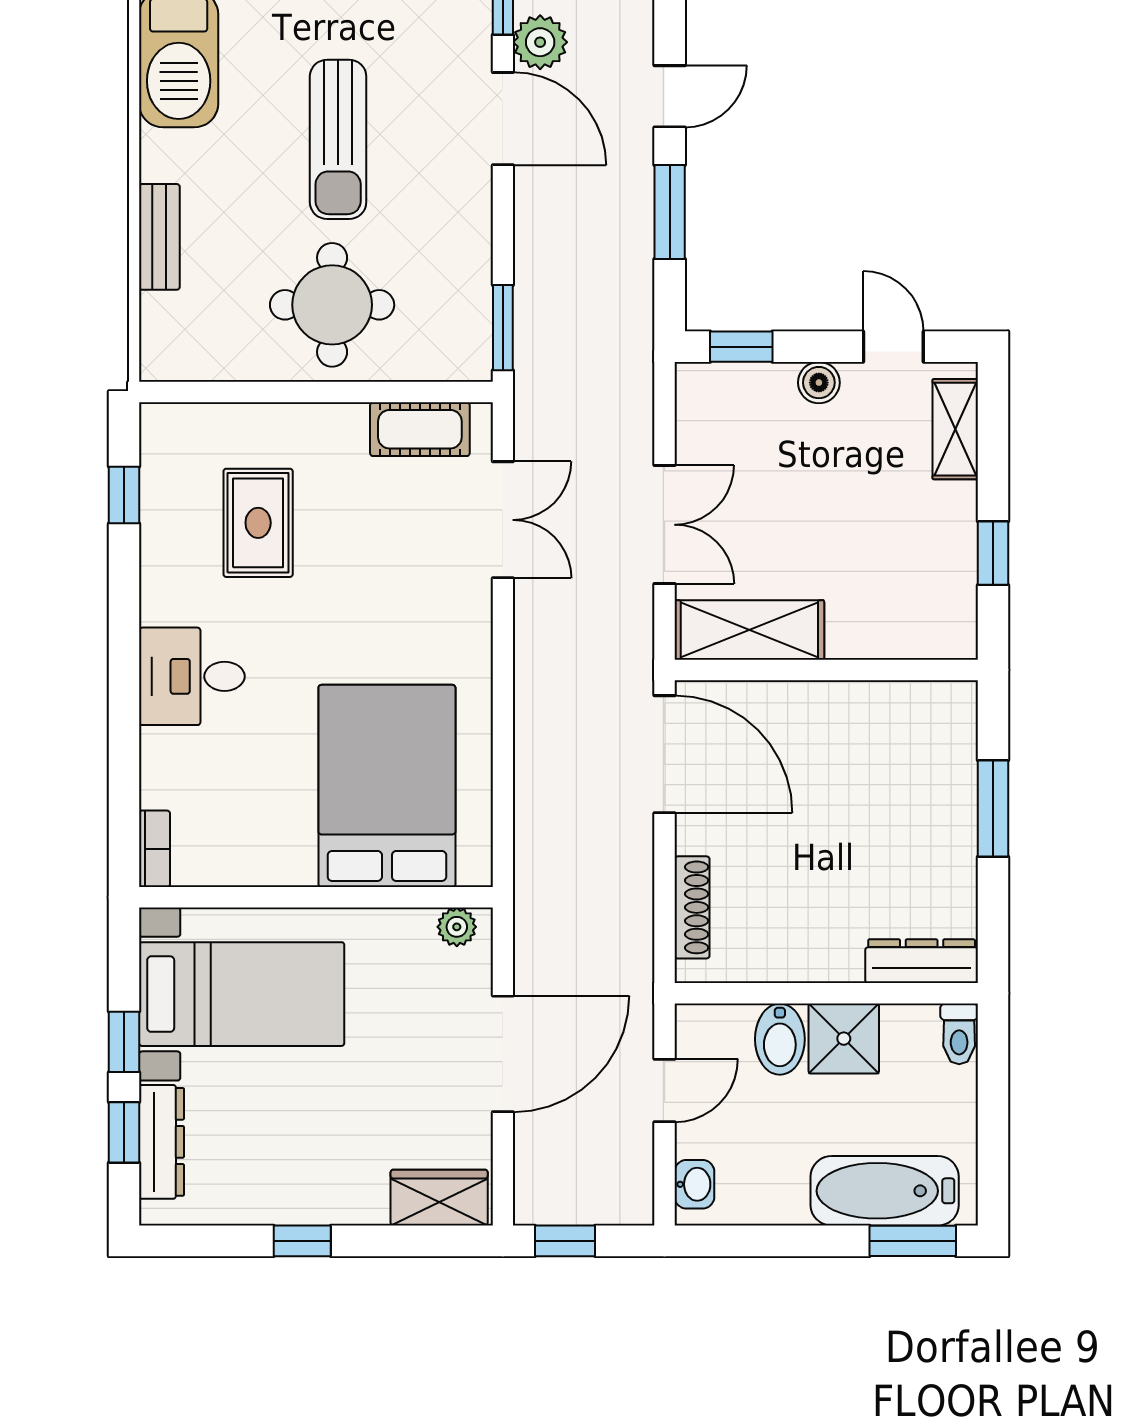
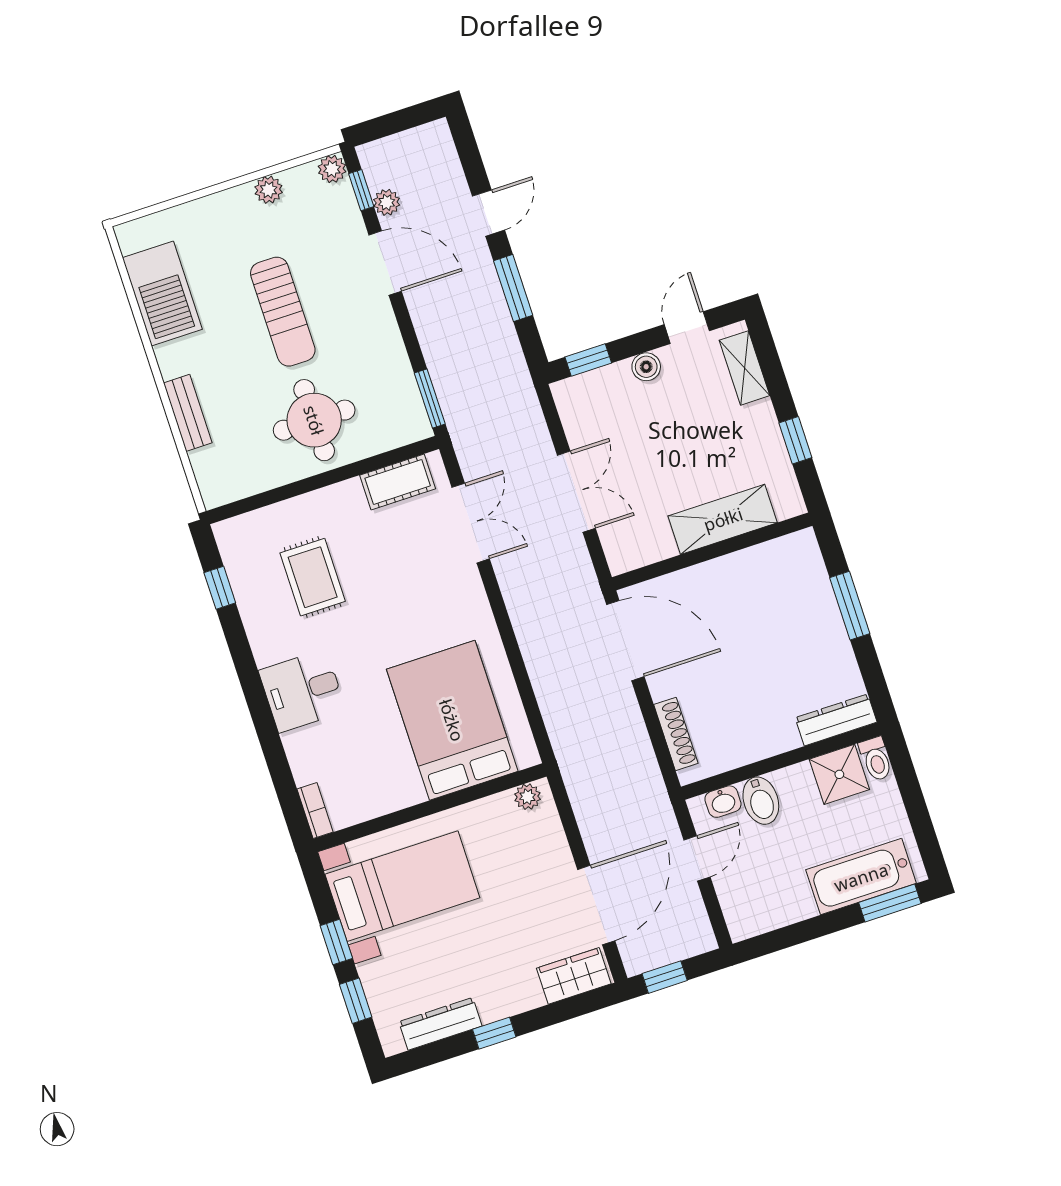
plant: (540, 42) -> (387, 202), width x0.73, depth x0.73
door: (893, 347) -> (687, 328), hinge flipped
shelving: (749, 630) -> (723, 519), moved
shower: (844, 1039) -> (839, 774), moved
door: (503, 1054) -> (596, 905), moved
dresser: (161, 1142) -> (440, 1024), moved, turned -90
washbasin: (694, 1184) -> (723, 802), moved, turned 90

